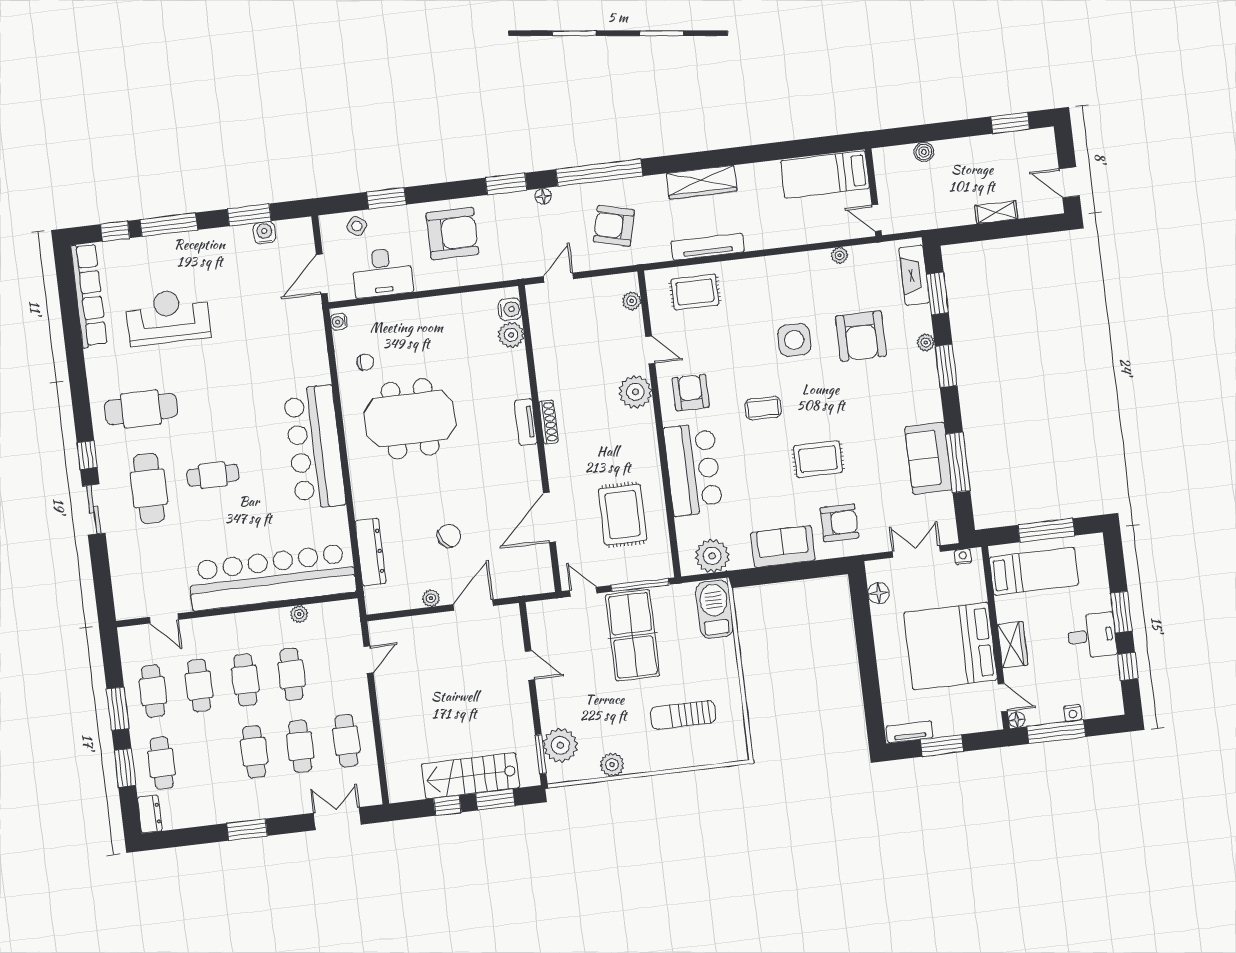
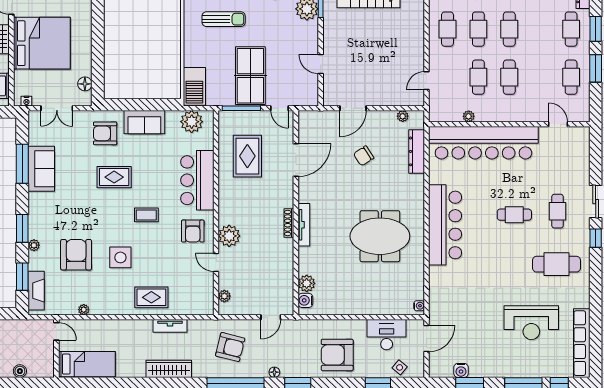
tv unit: (708, 247) -> (170, 326), width x0.71
rug: (695, 292) -> (151, 297), moved
chair: (365, 362) -> (405, 277), removed
tv unit: (526, 422) -> (304, 225), width x1.41
cafe table: (149, 488) -> (558, 211), width x0.73, depth x0.74
plant: (431, 598) -> (403, 116), moved
cafe table: (199, 685) -> (540, 77), removed

